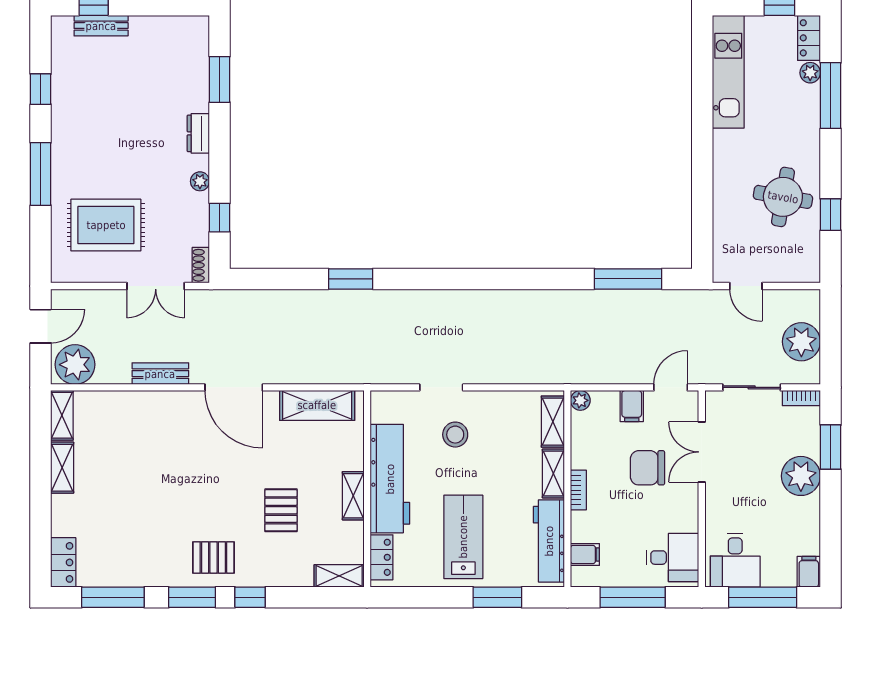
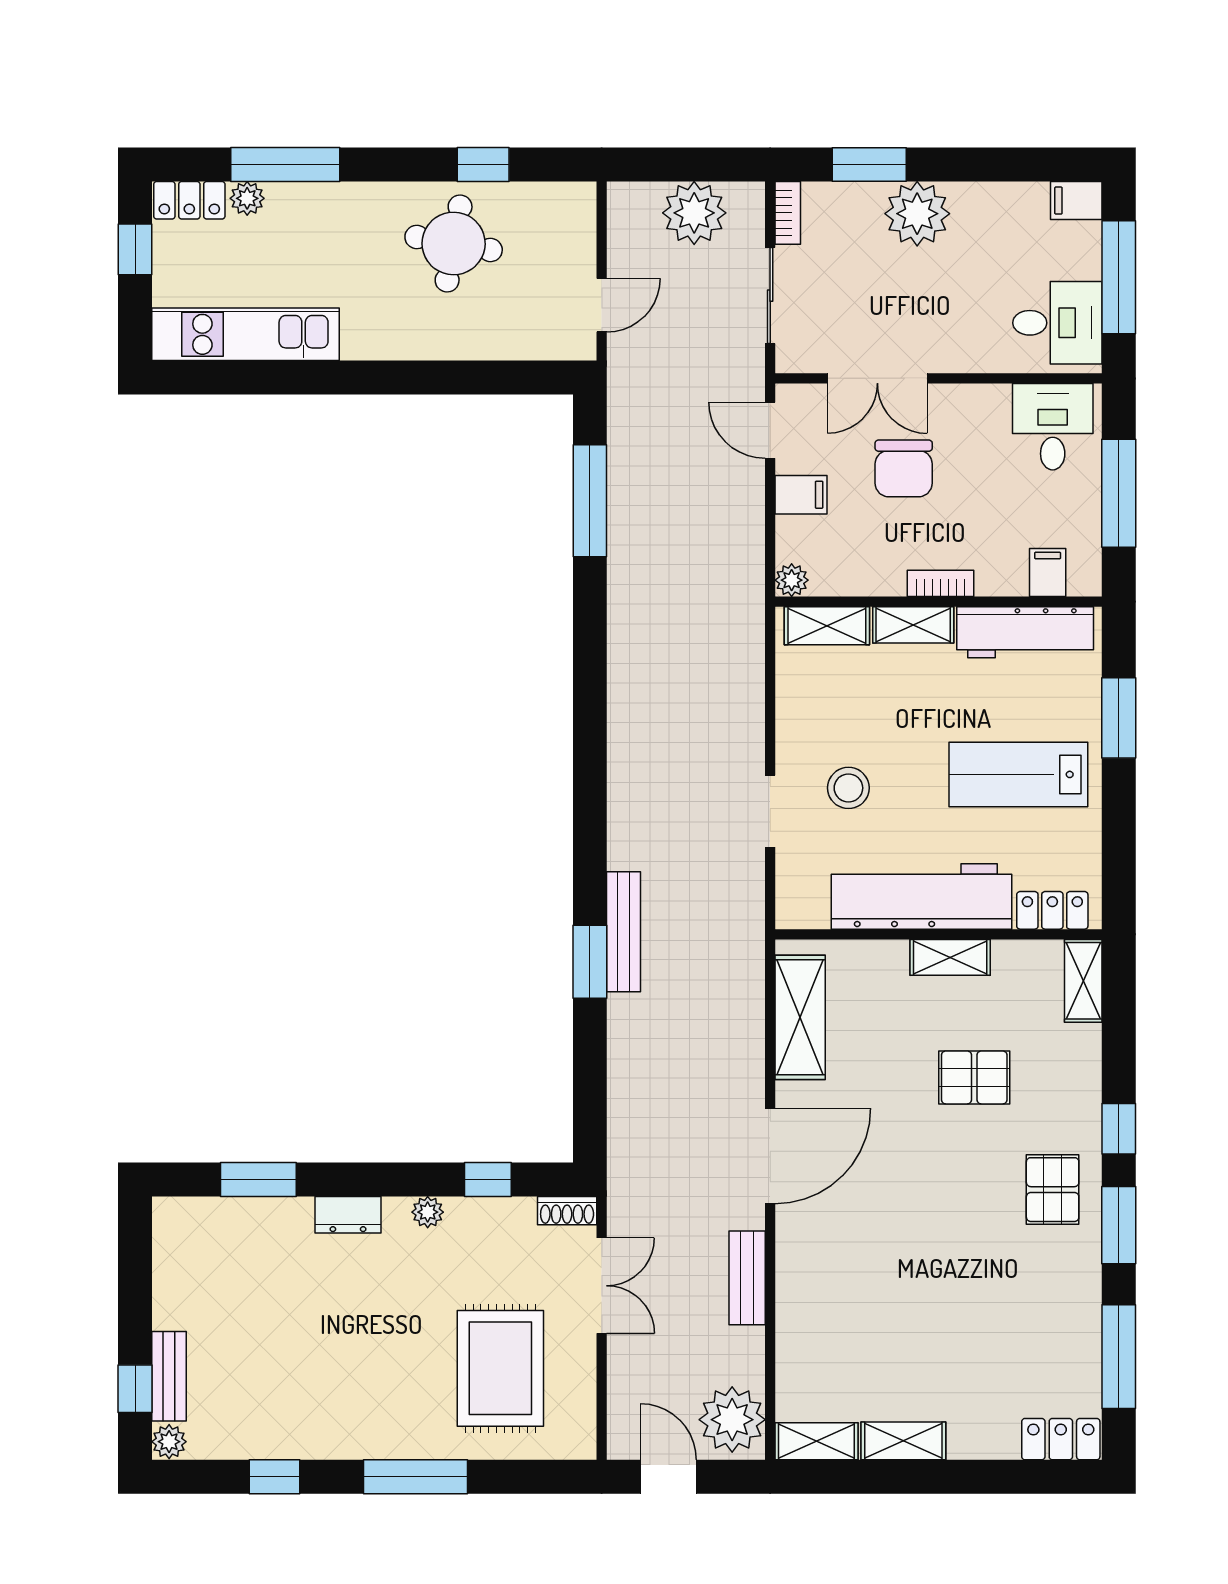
plant: (62, 26) -> (169, 1442), added
bench: (369, 299) -> (624, 932), added

